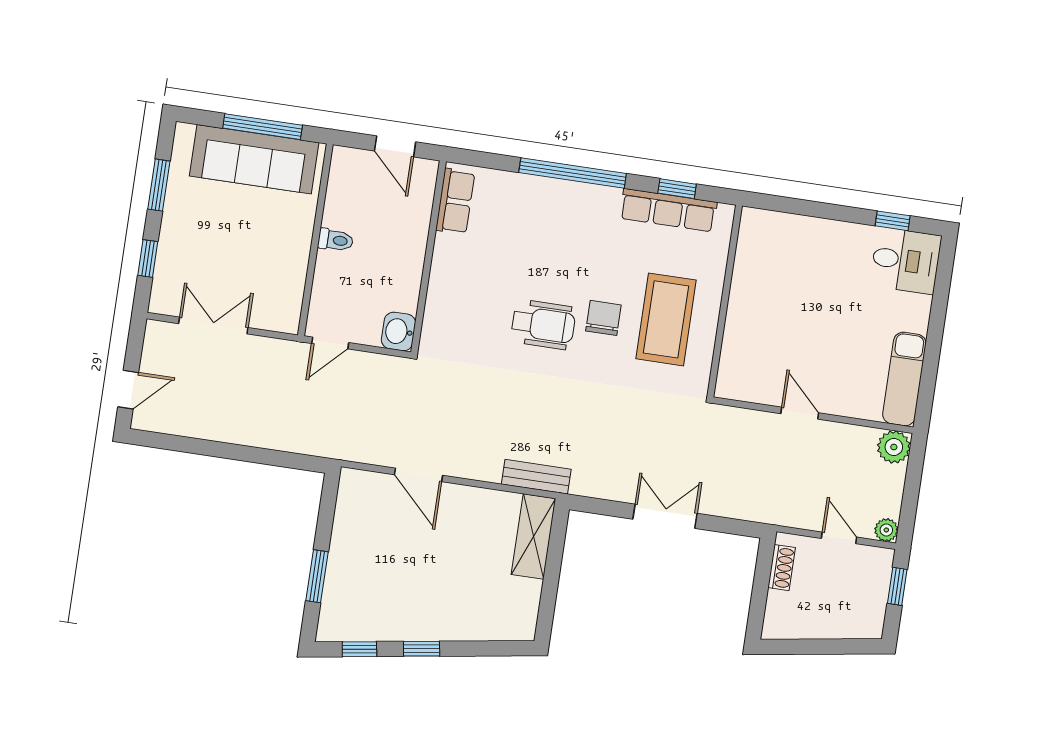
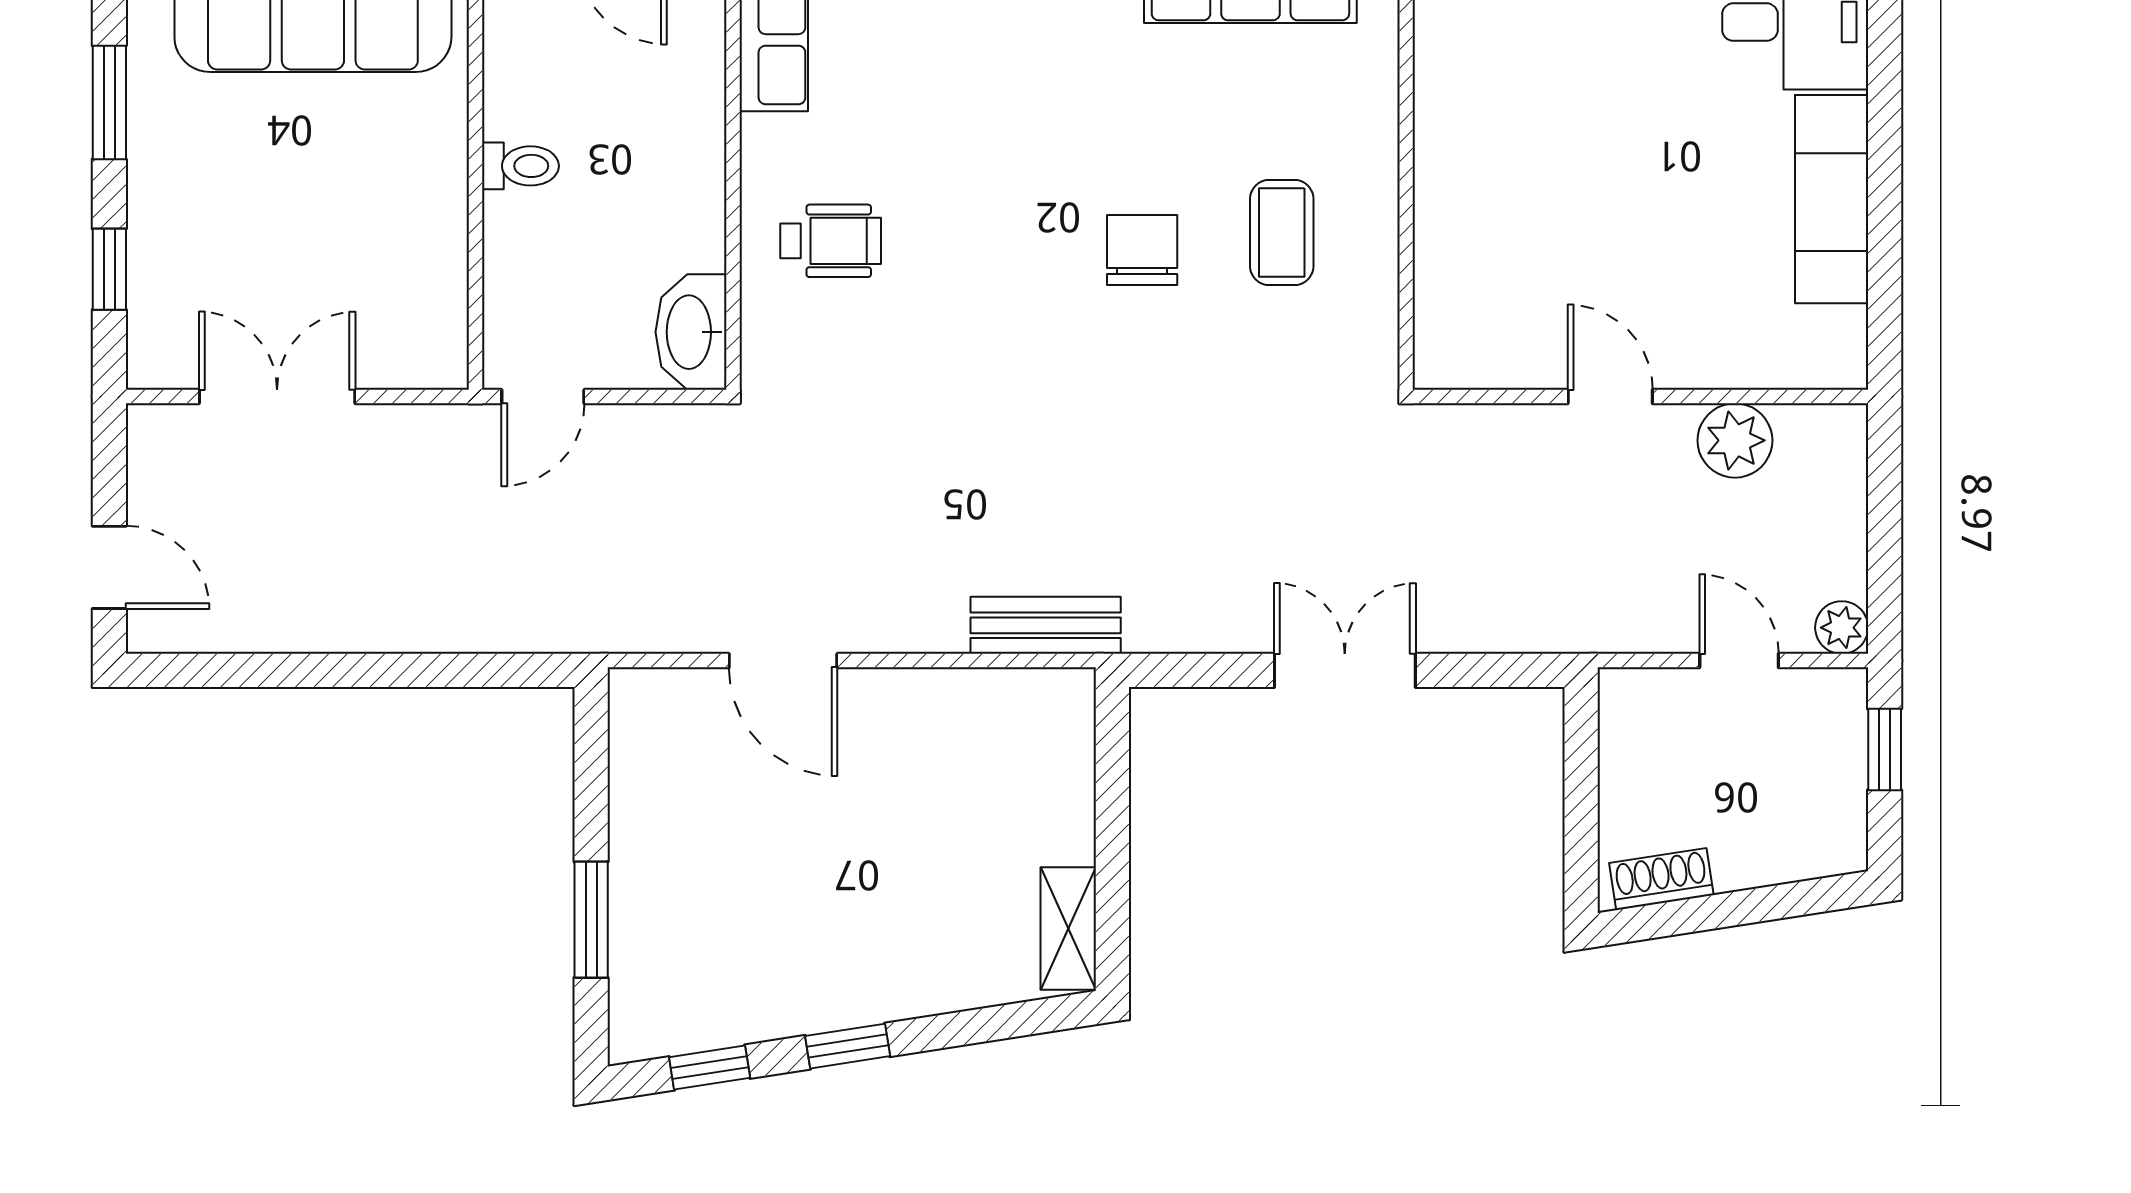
coffee table: (666, 319) -> (1282, 233), width x0.54, depth x0.58
wheelchair: (543, 325) -> (831, 241), moved, width x0.73, depth x0.73
washbasin: (399, 331) -> (691, 332), width x1.38
exam couch: (904, 379) -> (1832, 199), moved
door: (128, 390) -> (109, 567), hinge flipped
plant: (894, 447) -> (1735, 440), moved
shelving: (533, 536) -> (1068, 929), moved, width x0.67, depth x0.75
shoe rack: (782, 568) -> (1661, 879), moved, turned -99

